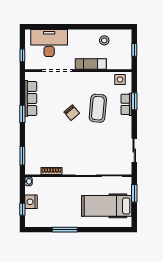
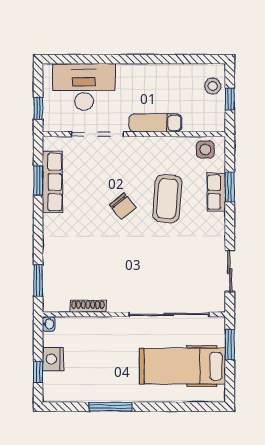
stool: (104, 40) -> (213, 86), moved
window: (22, 114) -> (38, 181), moved

